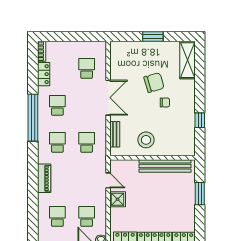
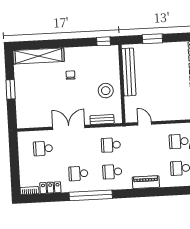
shelving: (187, 60) -> (39, 56), width x1.47
chair: (154, 83) -> (53, 86), removed
window: (200, 120) -> (104, 41), moved
door: (108, 180) -> (145, 123), hinge flipped
shower: (118, 199) -> (162, 114), removed

